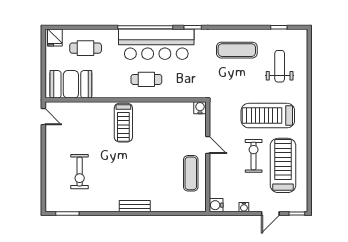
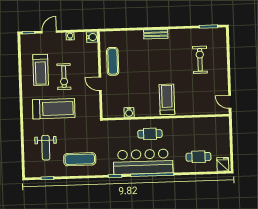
booth: (71, 84) -> (209, 128), removed
water cooler: (200, 108) -> (129, 112), moved
treadmill: (283, 165) -> (41, 70), width x0.73, depth x0.73

